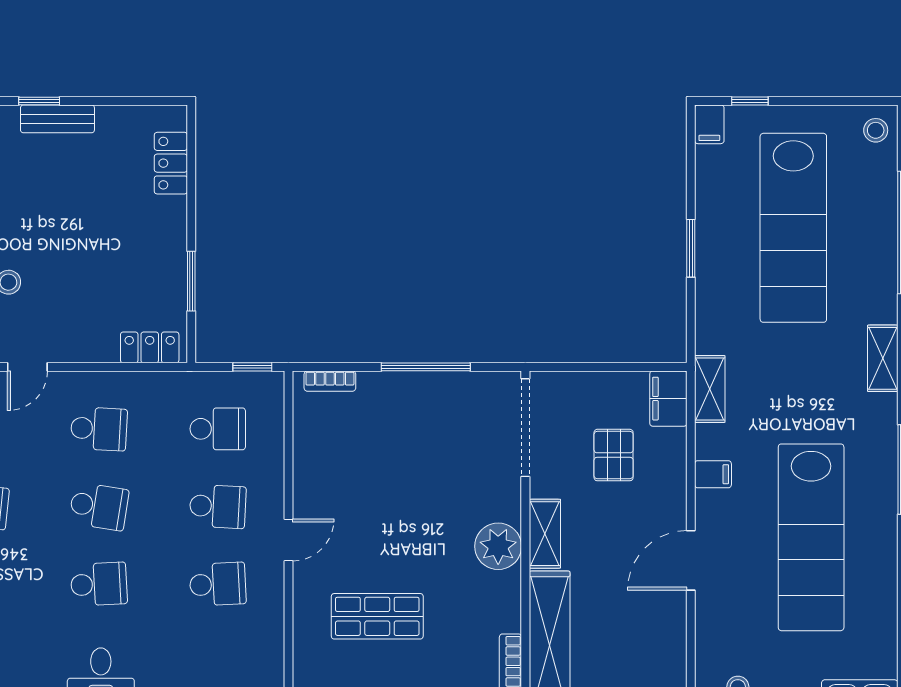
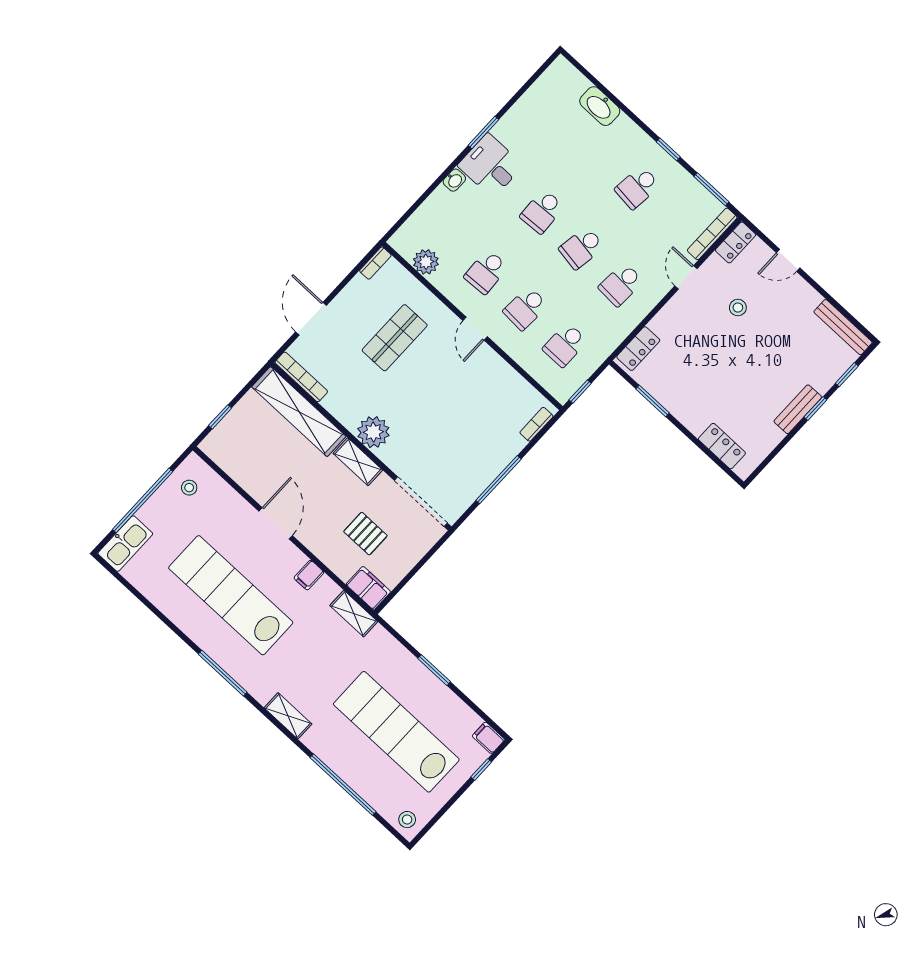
plant: (266, 658) -> (426, 262), added

